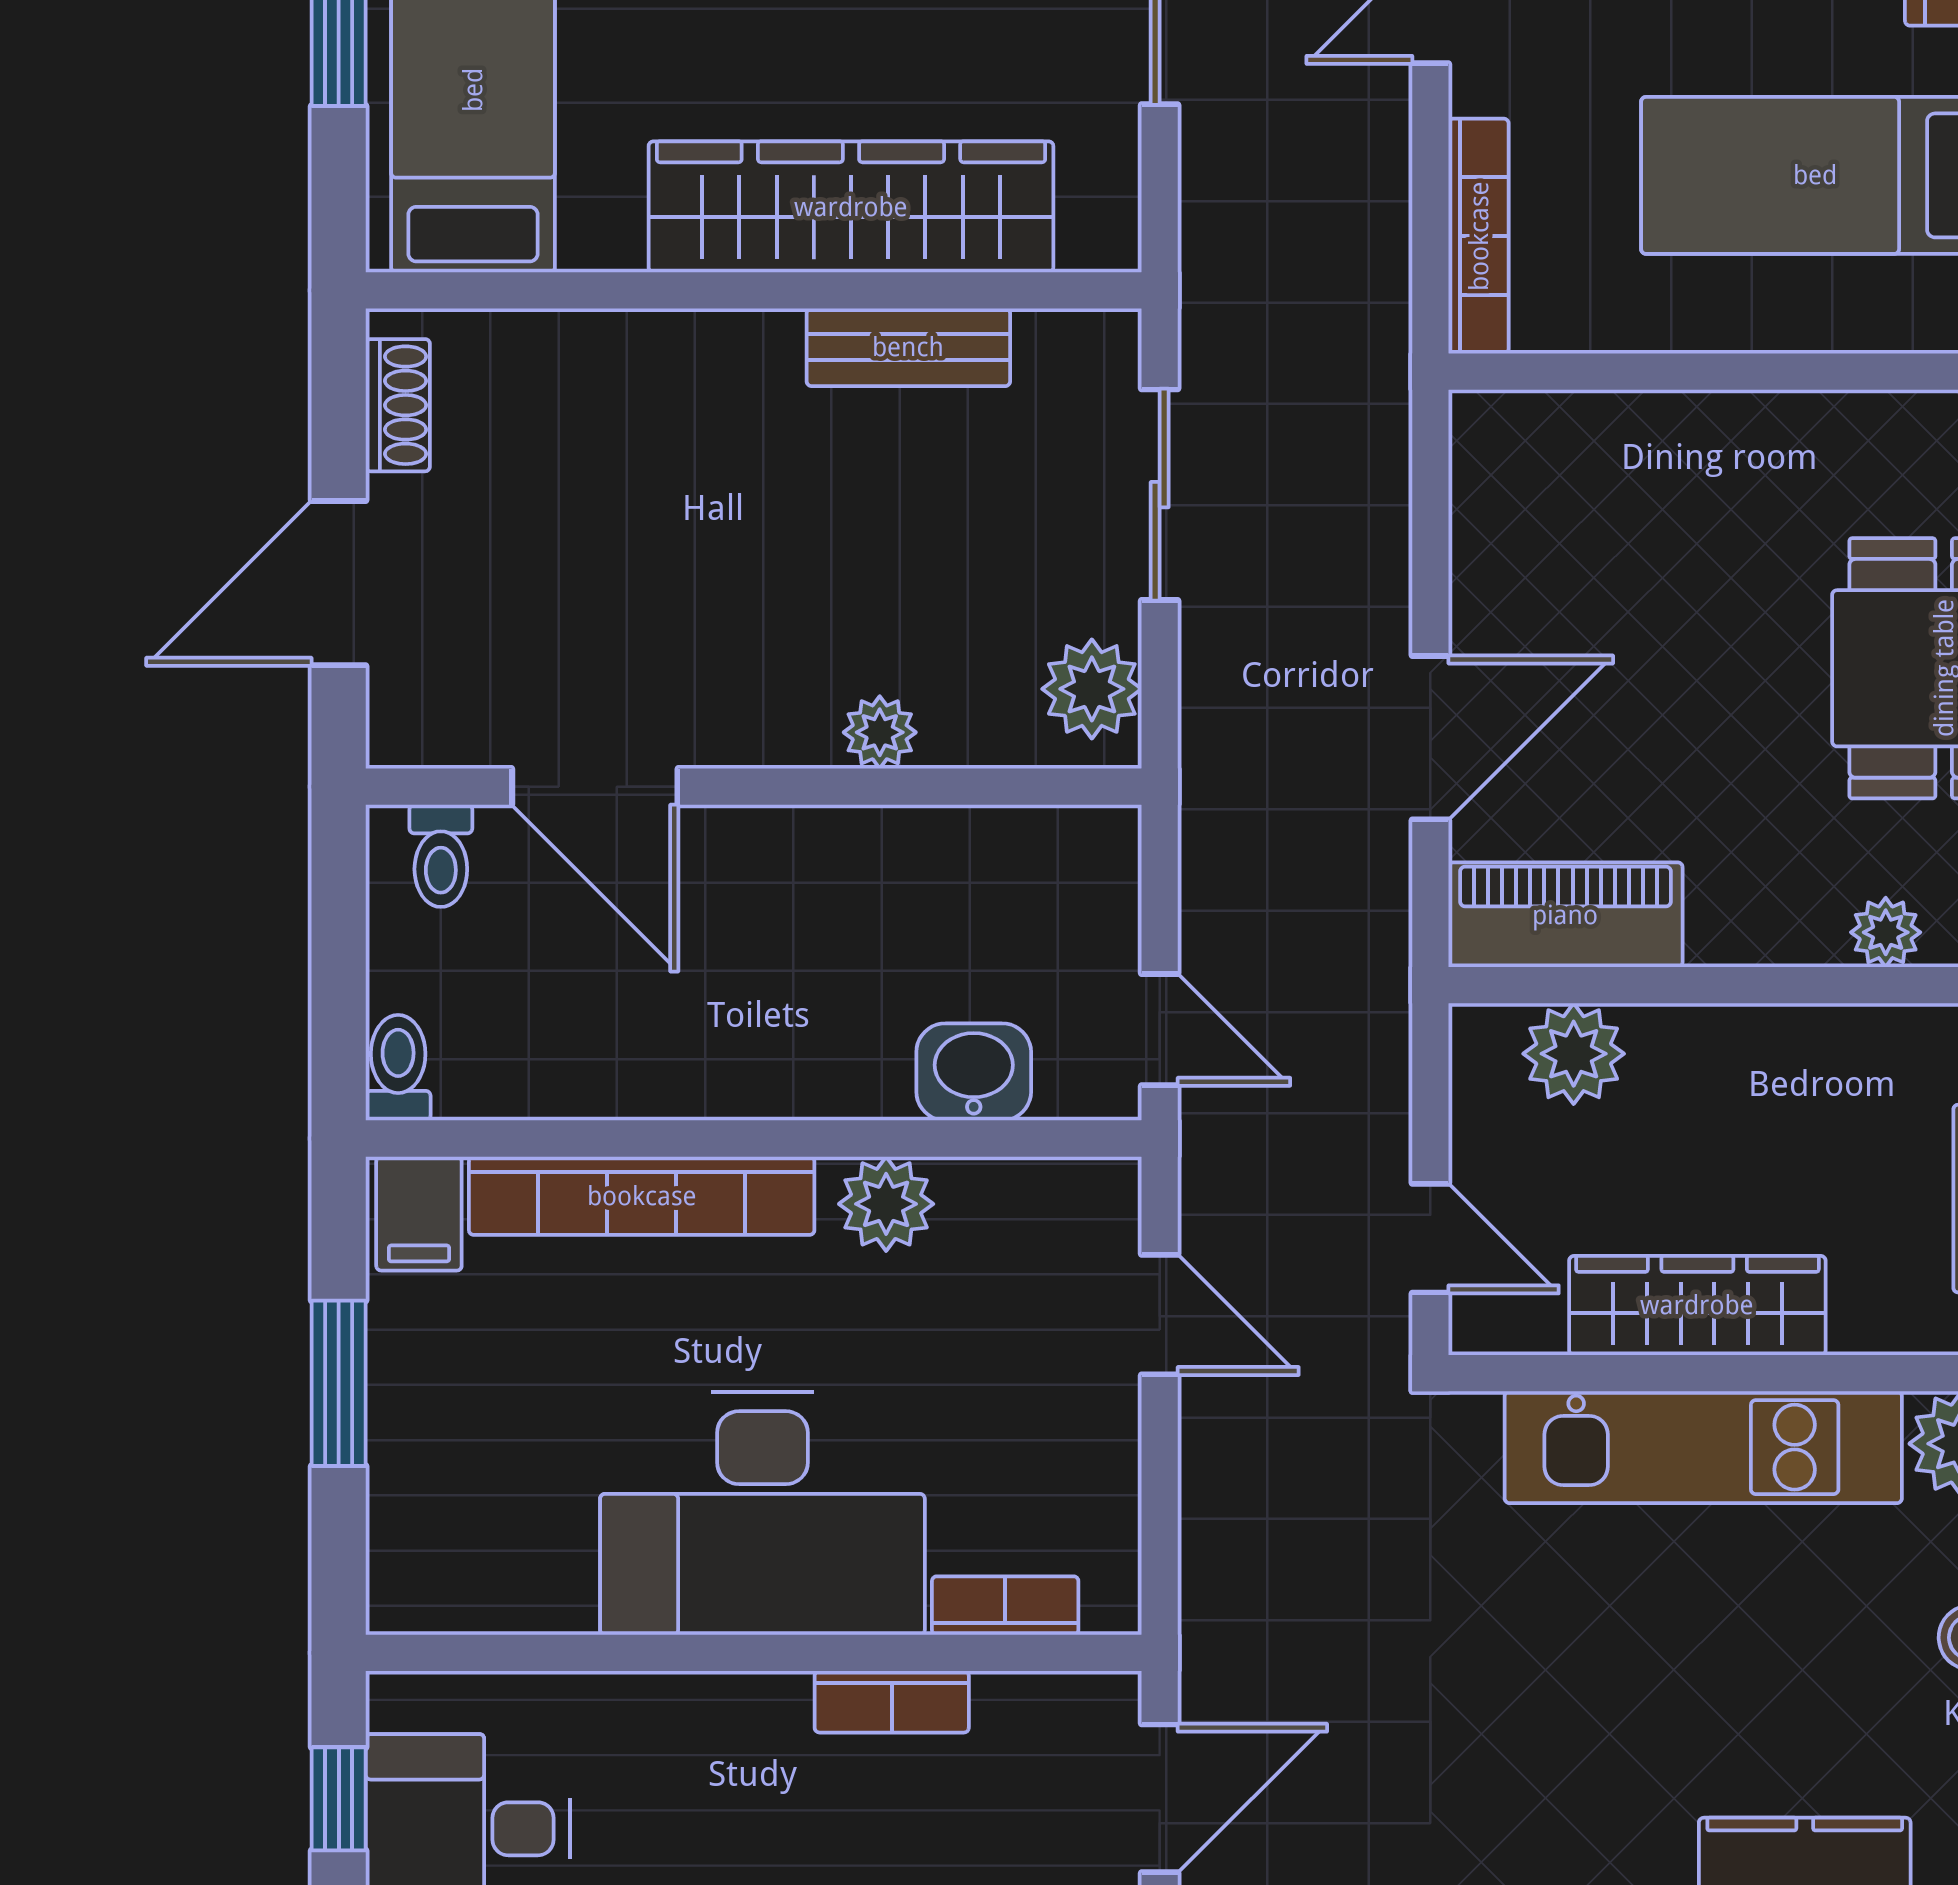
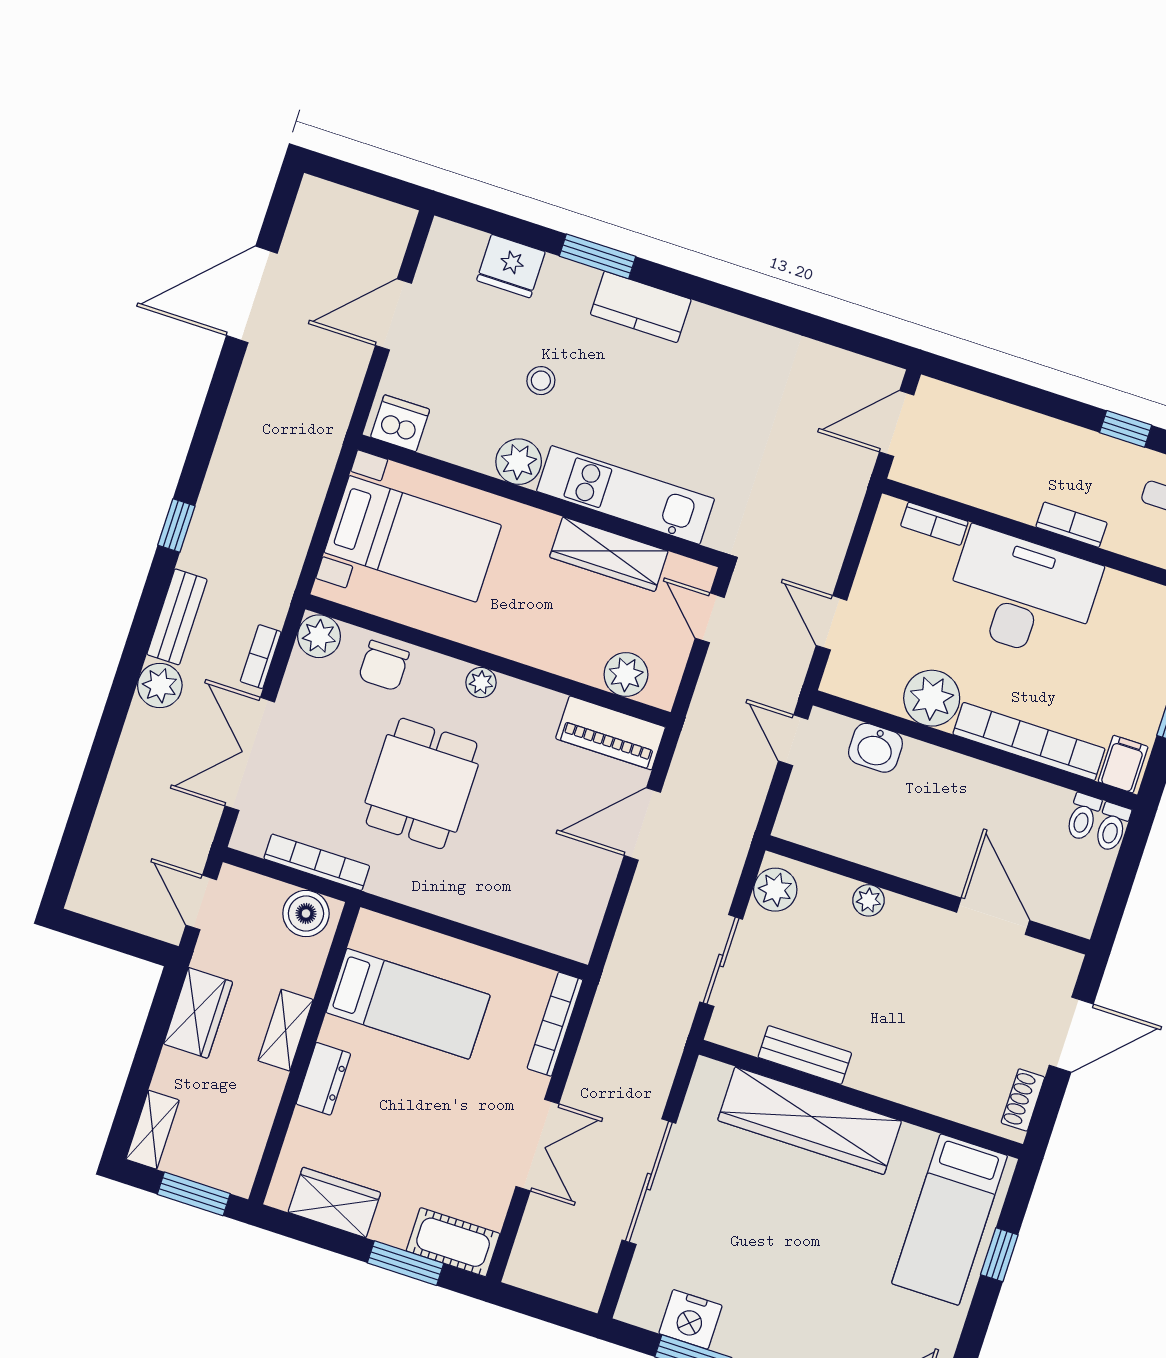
toilet: (441, 856) -> (1083, 817), moved, turned 180
plant: (886, 1204) -> (932, 698), width x1.36, depth x1.36
bookcase: (892, 1702) -> (1072, 525), moved

